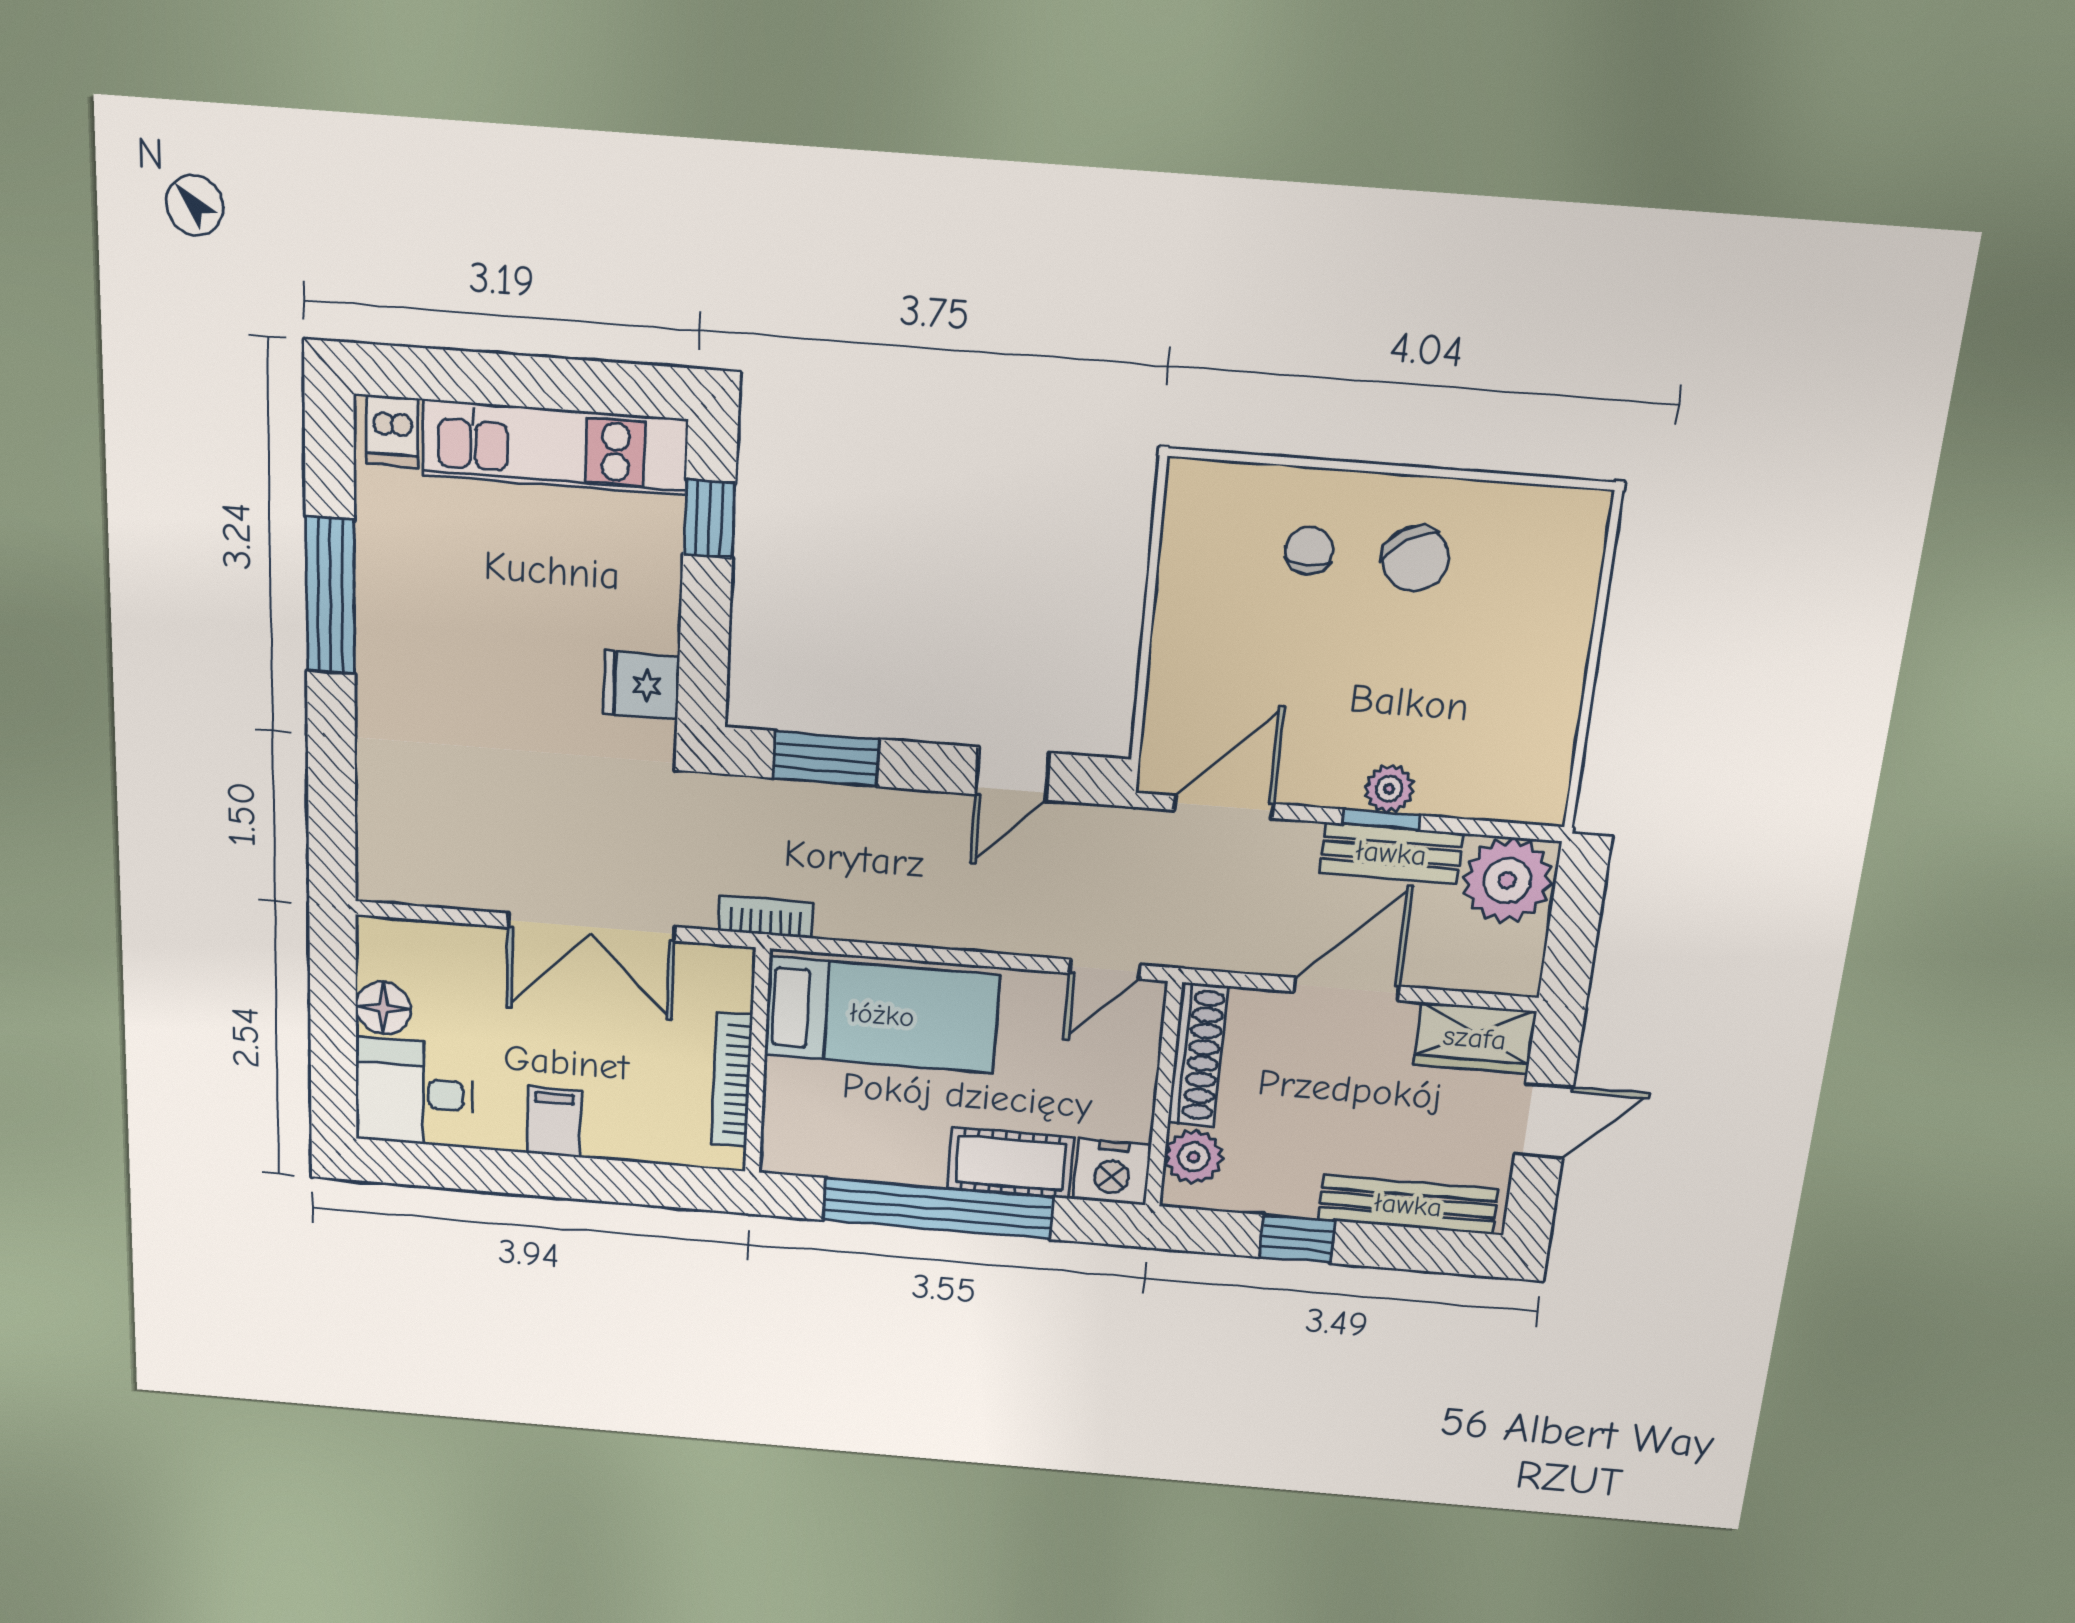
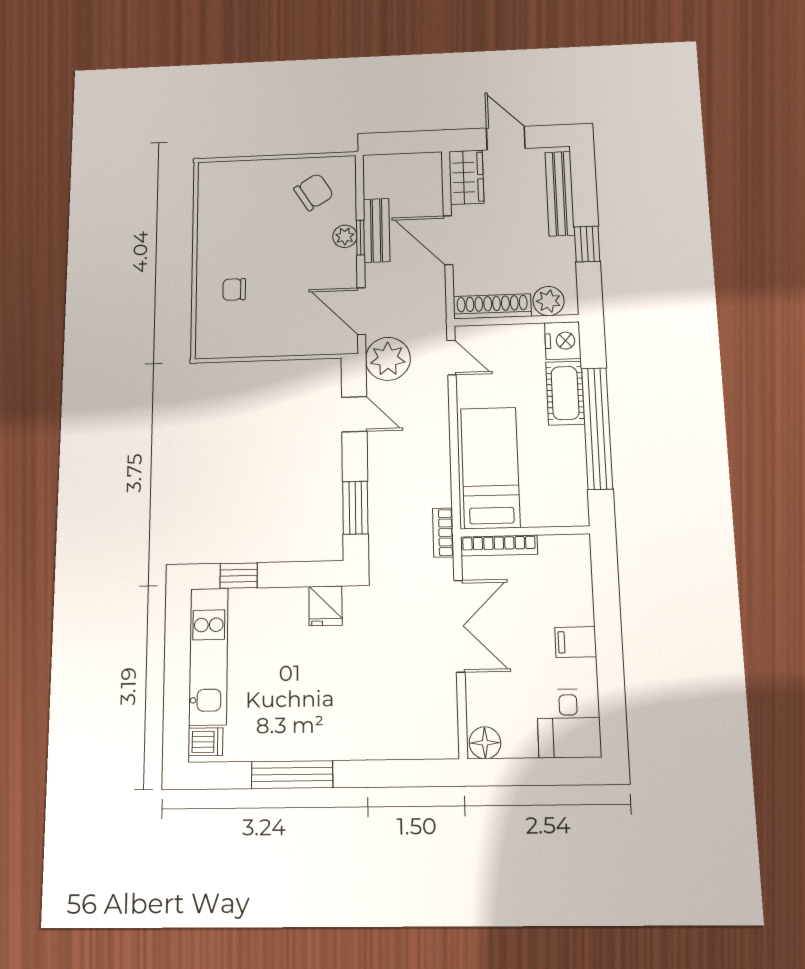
chair: (1415, 559) -> (314, 192), moved
plant: (1507, 880) -> (388, 359), moved
floor lamp: (383, 1008) -> (485, 743), moved
bookcase: (732, 1080) -> (499, 545), moved

